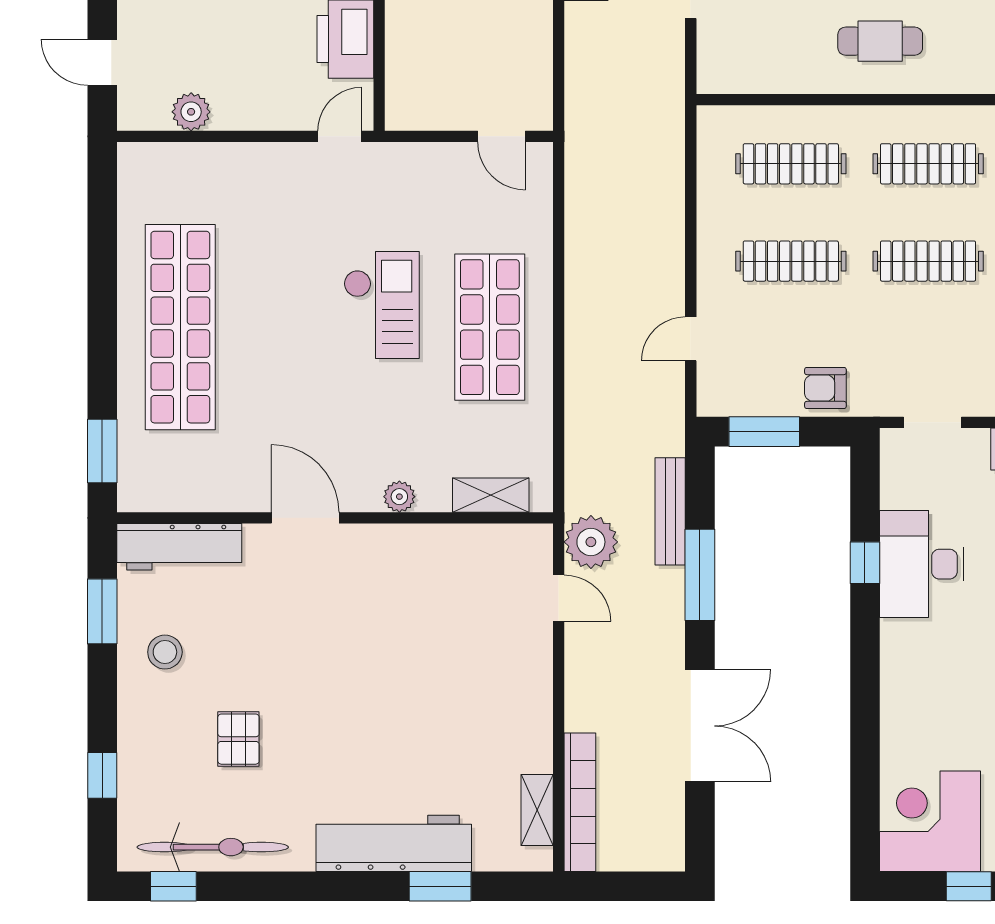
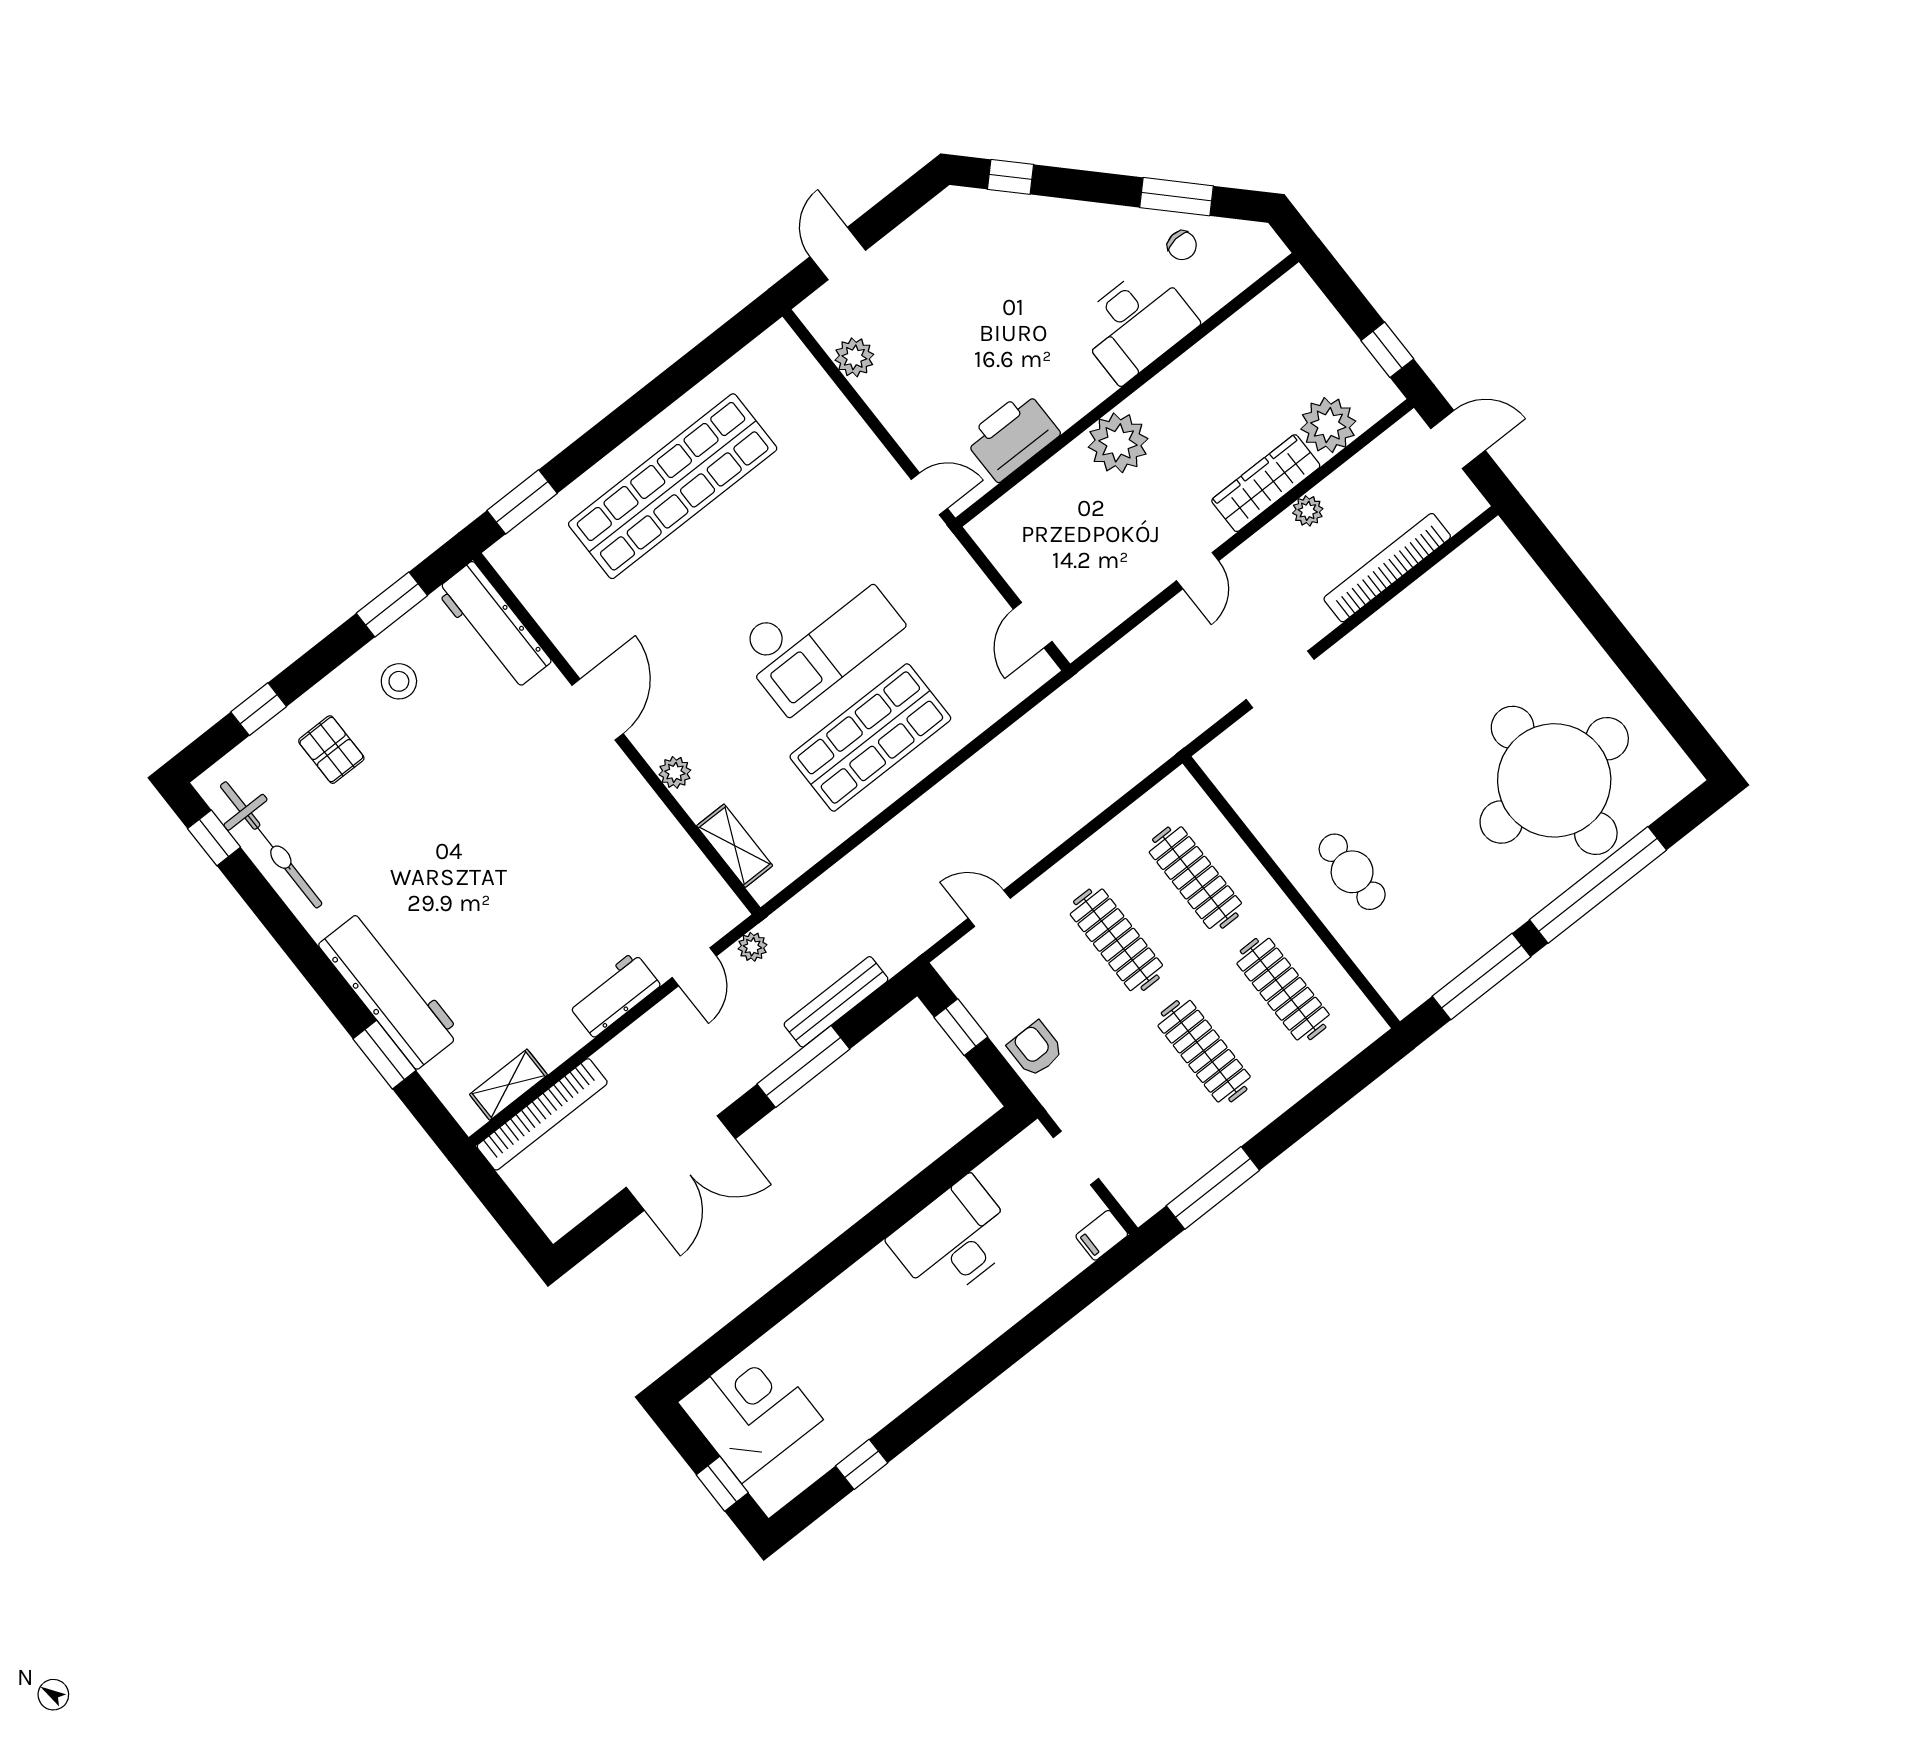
checkout: (382, 305) -> (819, 636), width x1.36, depth x1.21
window: (764, 432) -> (961, 1027), width x0.67
plant: (591, 542) -> (753, 947), width x0.53, depth x0.53
window: (865, 563) -> (919, 1193), removed
workbench: (532, 676) -> (614, 994), added
pallet: (238, 739) -> (331, 750), moved, turned 90

